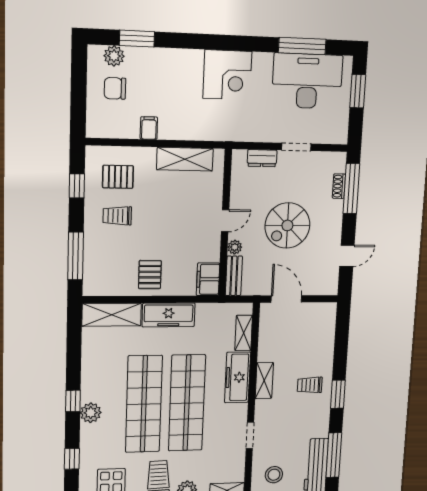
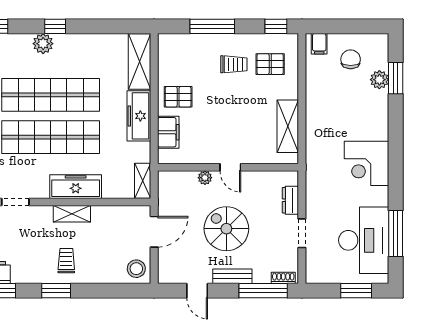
plant: (114, 56) -> (379, 80), moved
filing cabinet: (149, 128) -> (319, 44), moved, turned 90
pallet: (118, 177) -> (270, 64), turned 90
window: (77, 186) -> (276, 26), moved
shoe rack: (339, 186) -> (283, 278), moved
trolley: (117, 216) -> (234, 64), turned 90
window: (76, 256) -> (212, 26), moved
bench: (234, 276) -> (232, 276), moved
filing cabinet: (208, 279) -> (168, 132), moved, turned 90
stool: (322, 316) -> (136, 269), added
shelving: (244, 333) -> (143, 181), moved, turned 90

